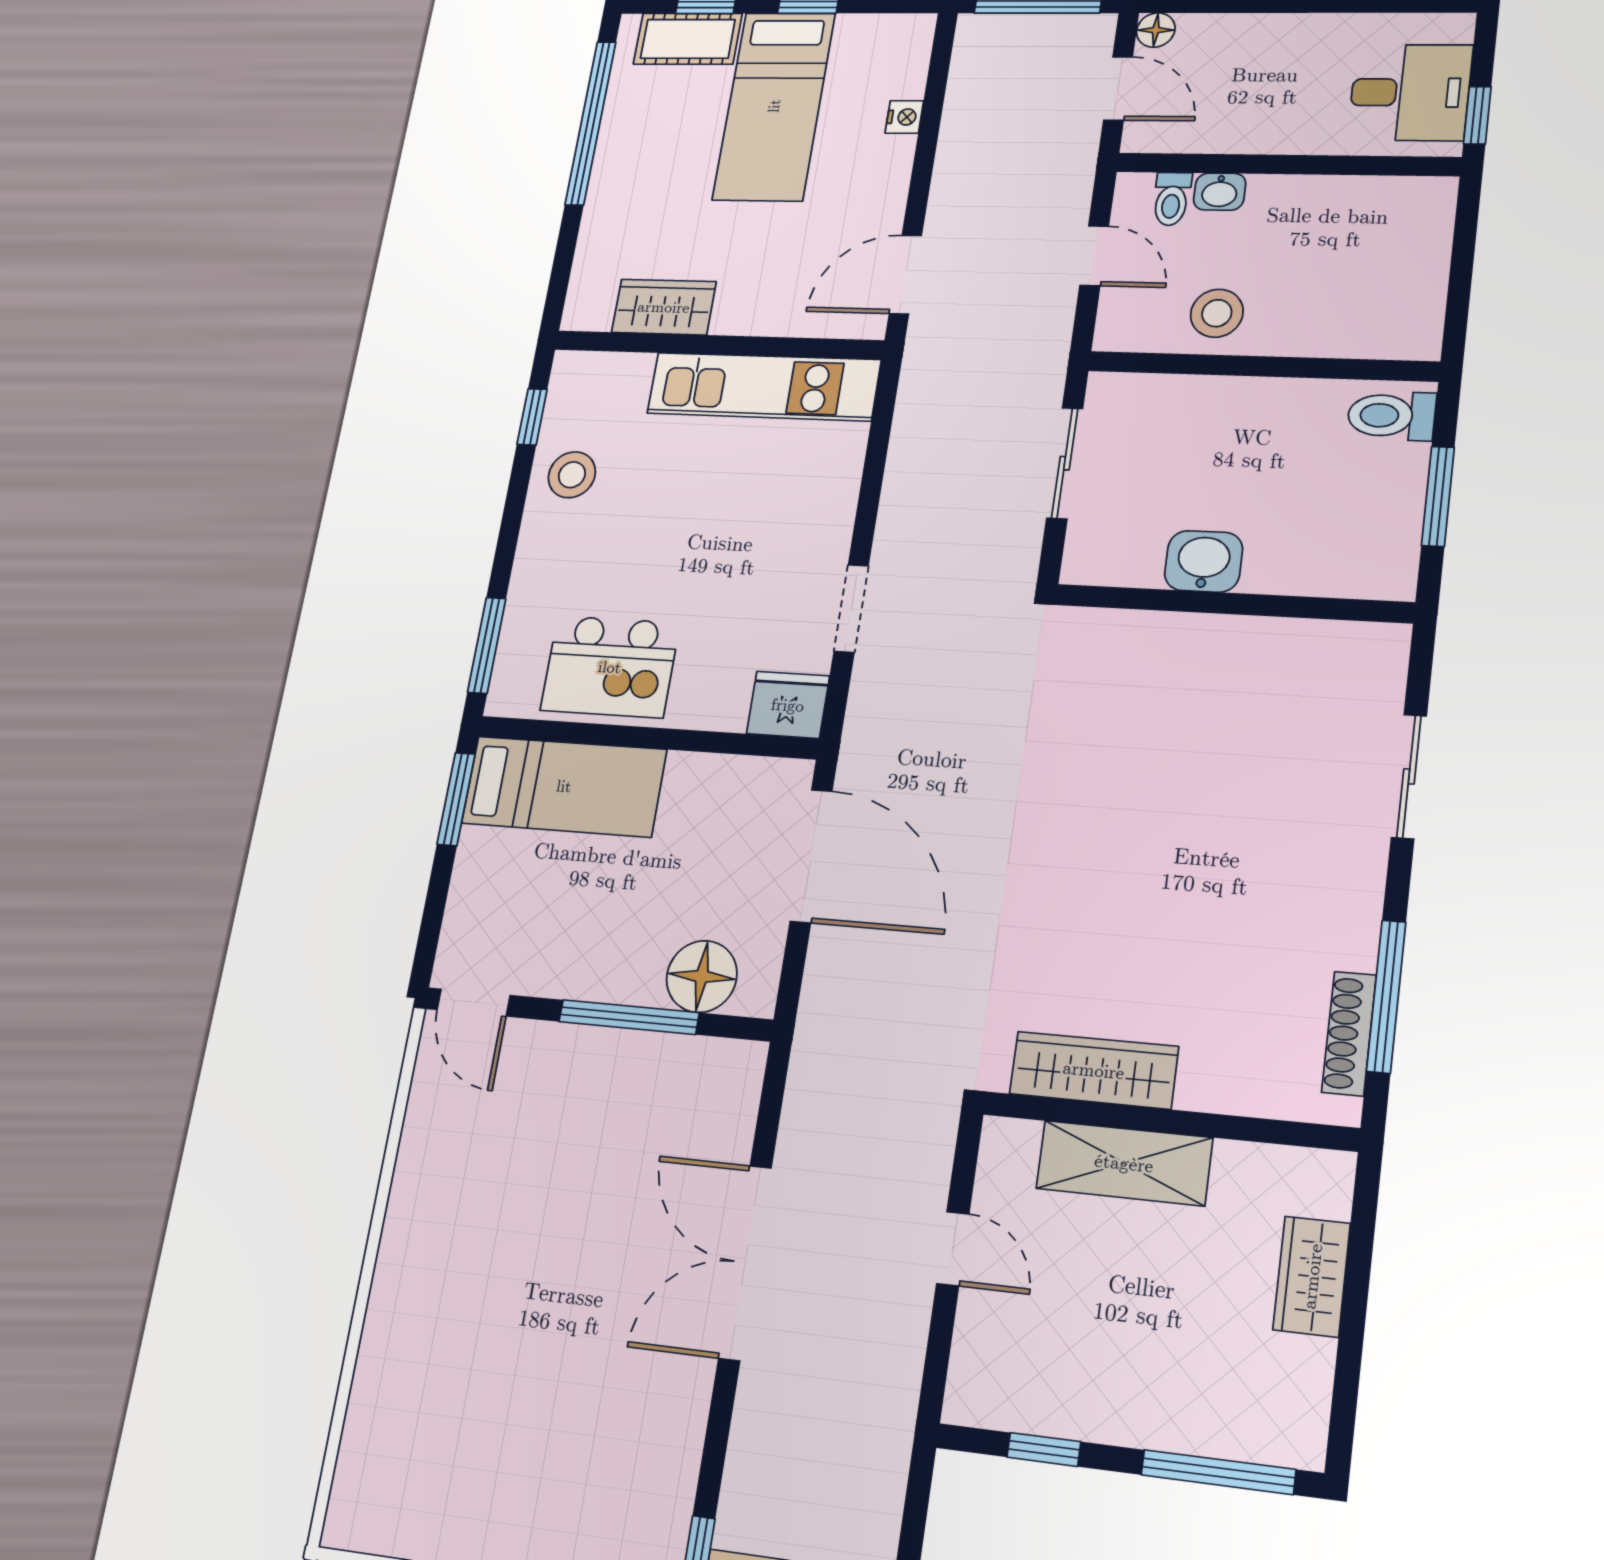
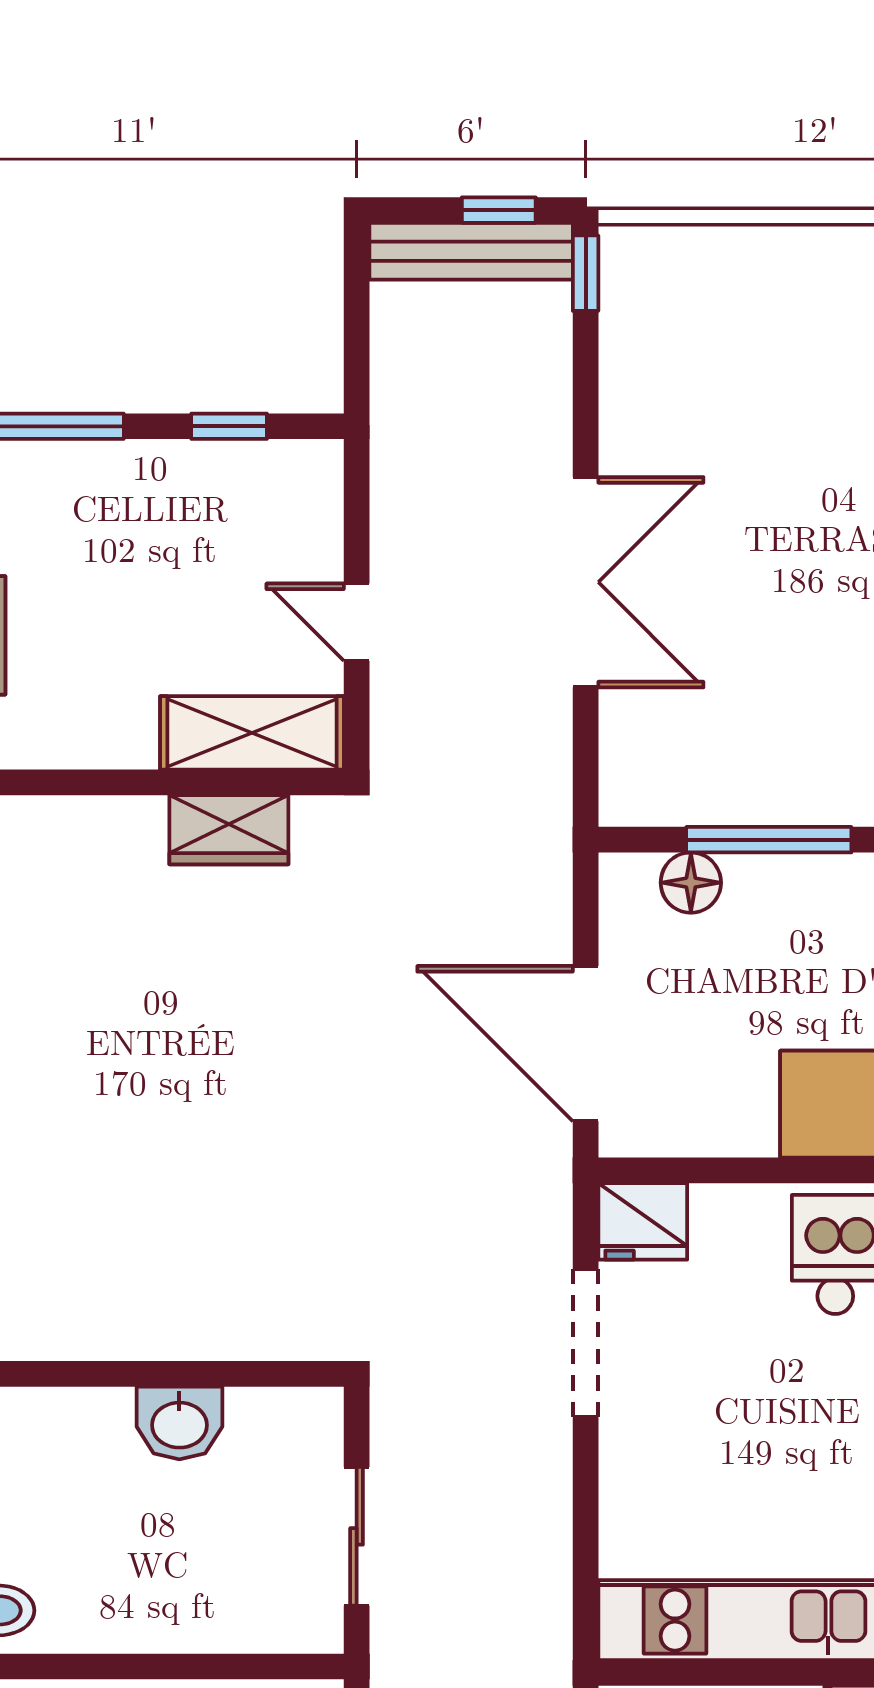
doorway: (851, 609) -> (586, 1343), width x1.38
floor lamp: (702, 976) -> (691, 883), width x0.73, depth x0.73
wardrobe: (1094, 1070) -> (229, 830), width x0.67
shelving: (1124, 1163) -> (252, 733), moved

